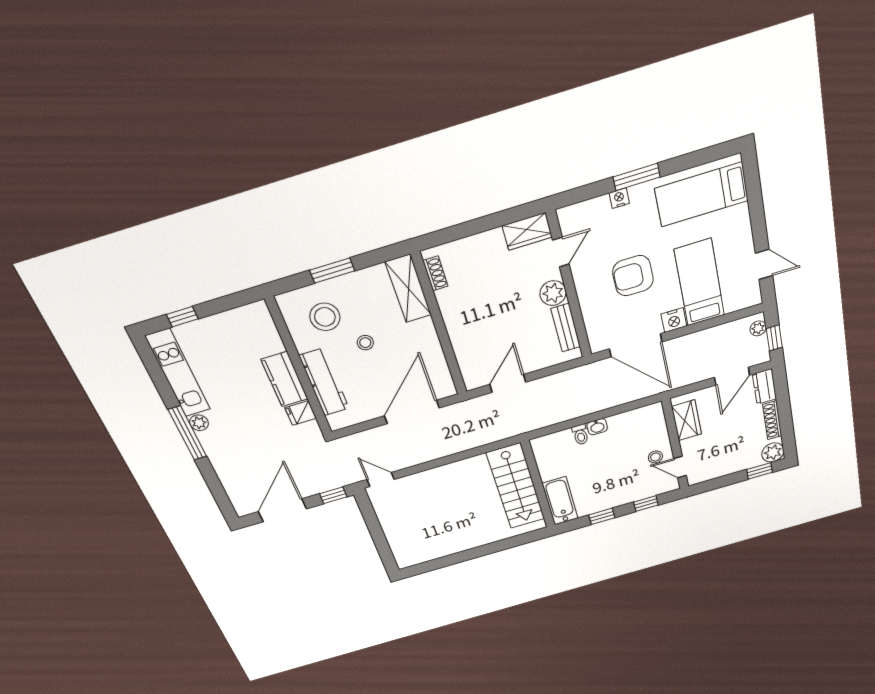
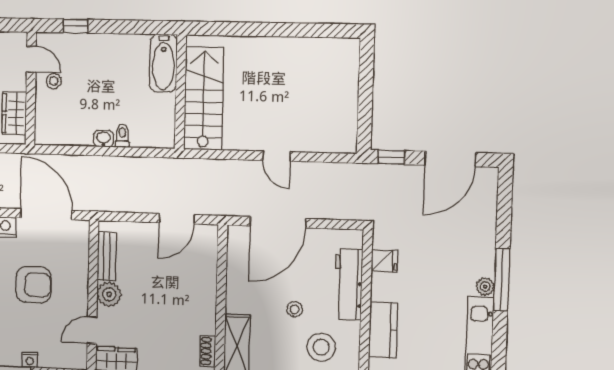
kitchen counter: (285, 379) -> (383, 330), moved
door: (381, 480) -> (277, 156), moved
window: (602, 516) -> (125, 27), removed

